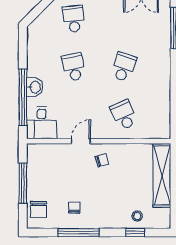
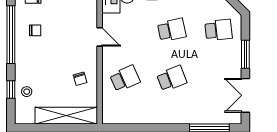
school desk: (124, 67) -> (172, 78), turned -39
chair: (102, 160) -> (80, 79), moved
window: (79, 232) -> (11, 35), width x1.46

